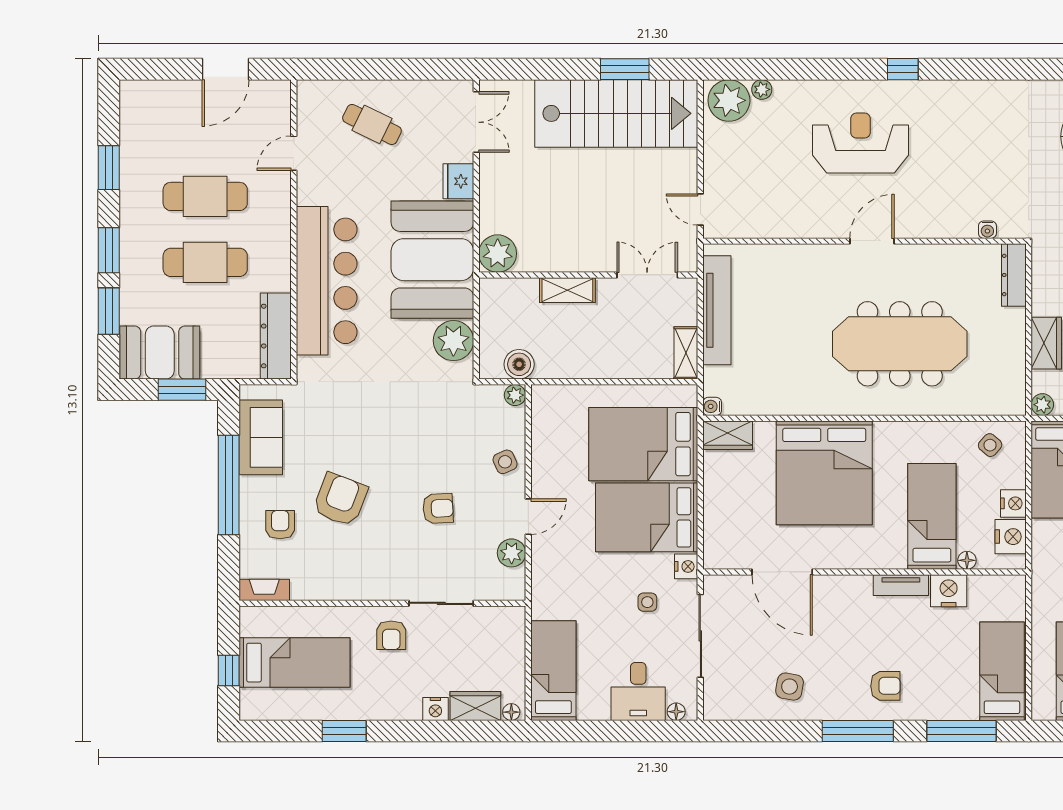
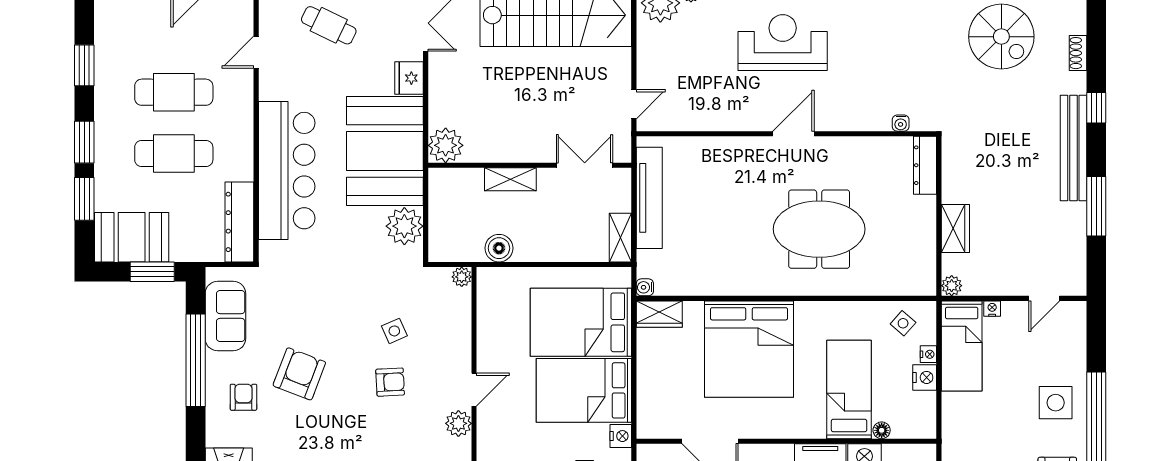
door: (700, 209) -> (634, 104), swing flipped
meeting table: (900, 344) -> (819, 229), width x0.73
boiler: (519, 364) -> (499, 248), moved
side table: (505, 462) -> (394, 331), moved
nightstand: (1011, 537) -> (928, 354), moved, width x0.53, depth x0.56

